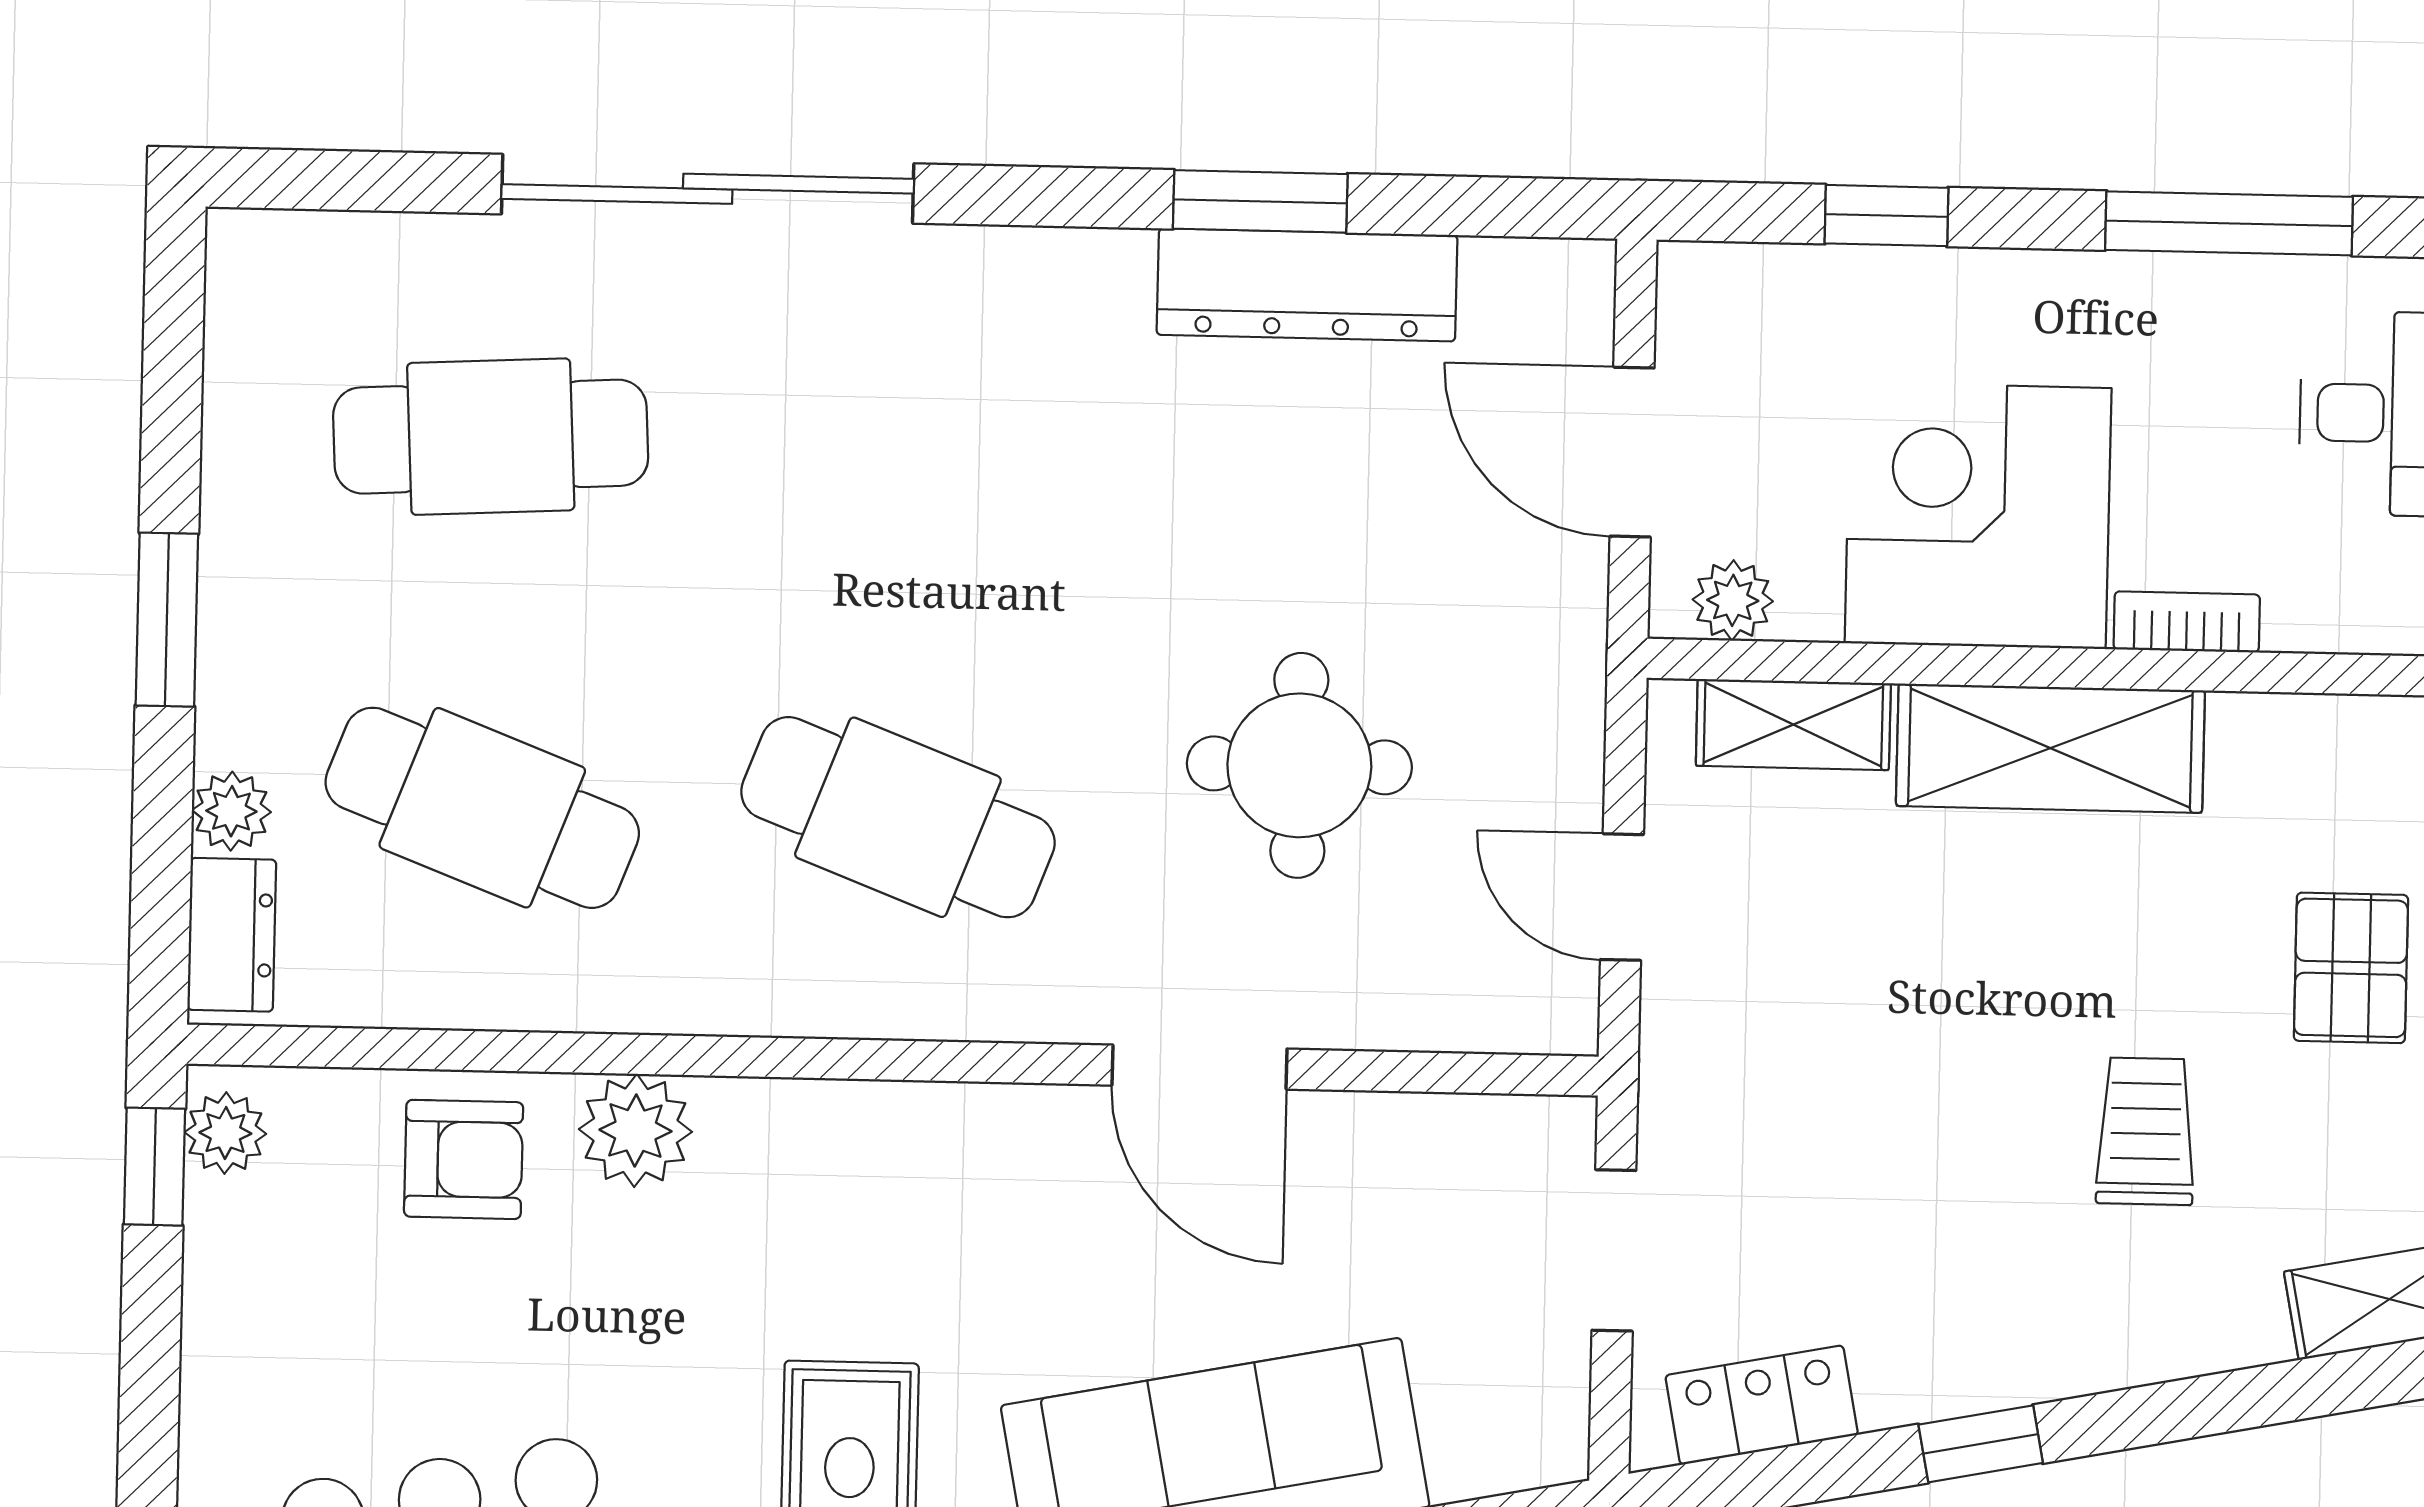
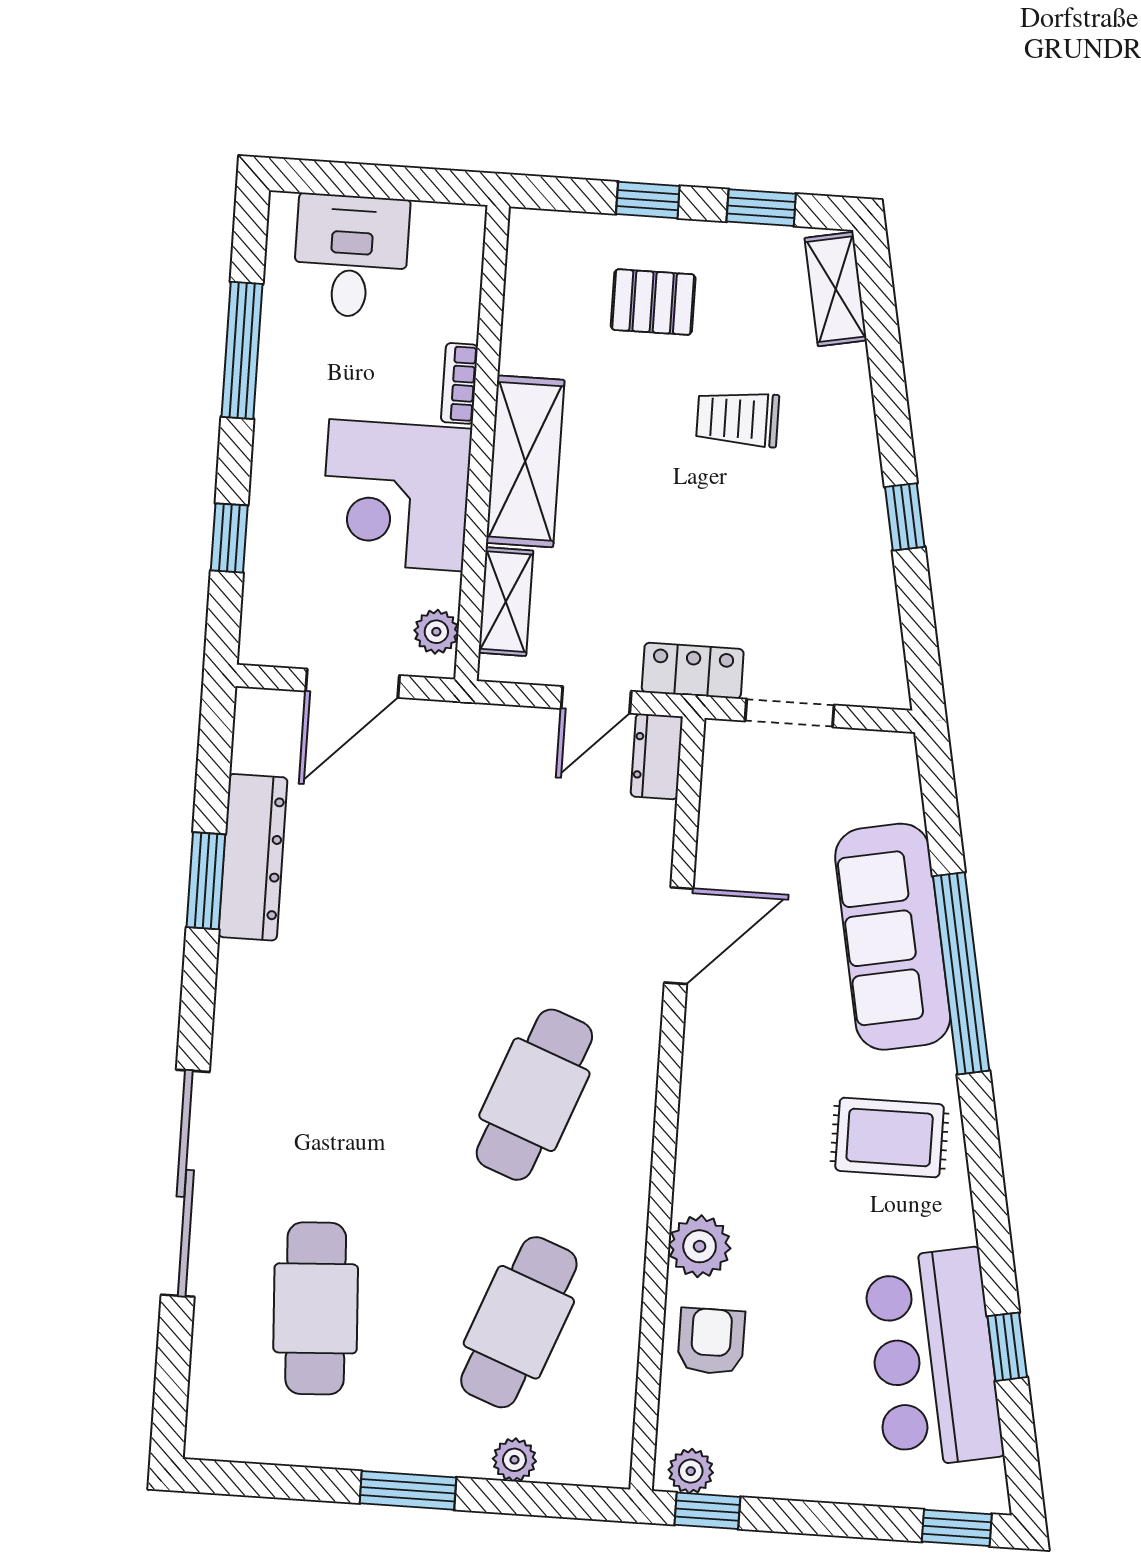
round table: (1299, 765) -> (516, 873), removed
dresser: (232, 935) -> (657, 757), moved, turned -90
locker: (1762, 1405) -> (693, 671), moved, turned 101

